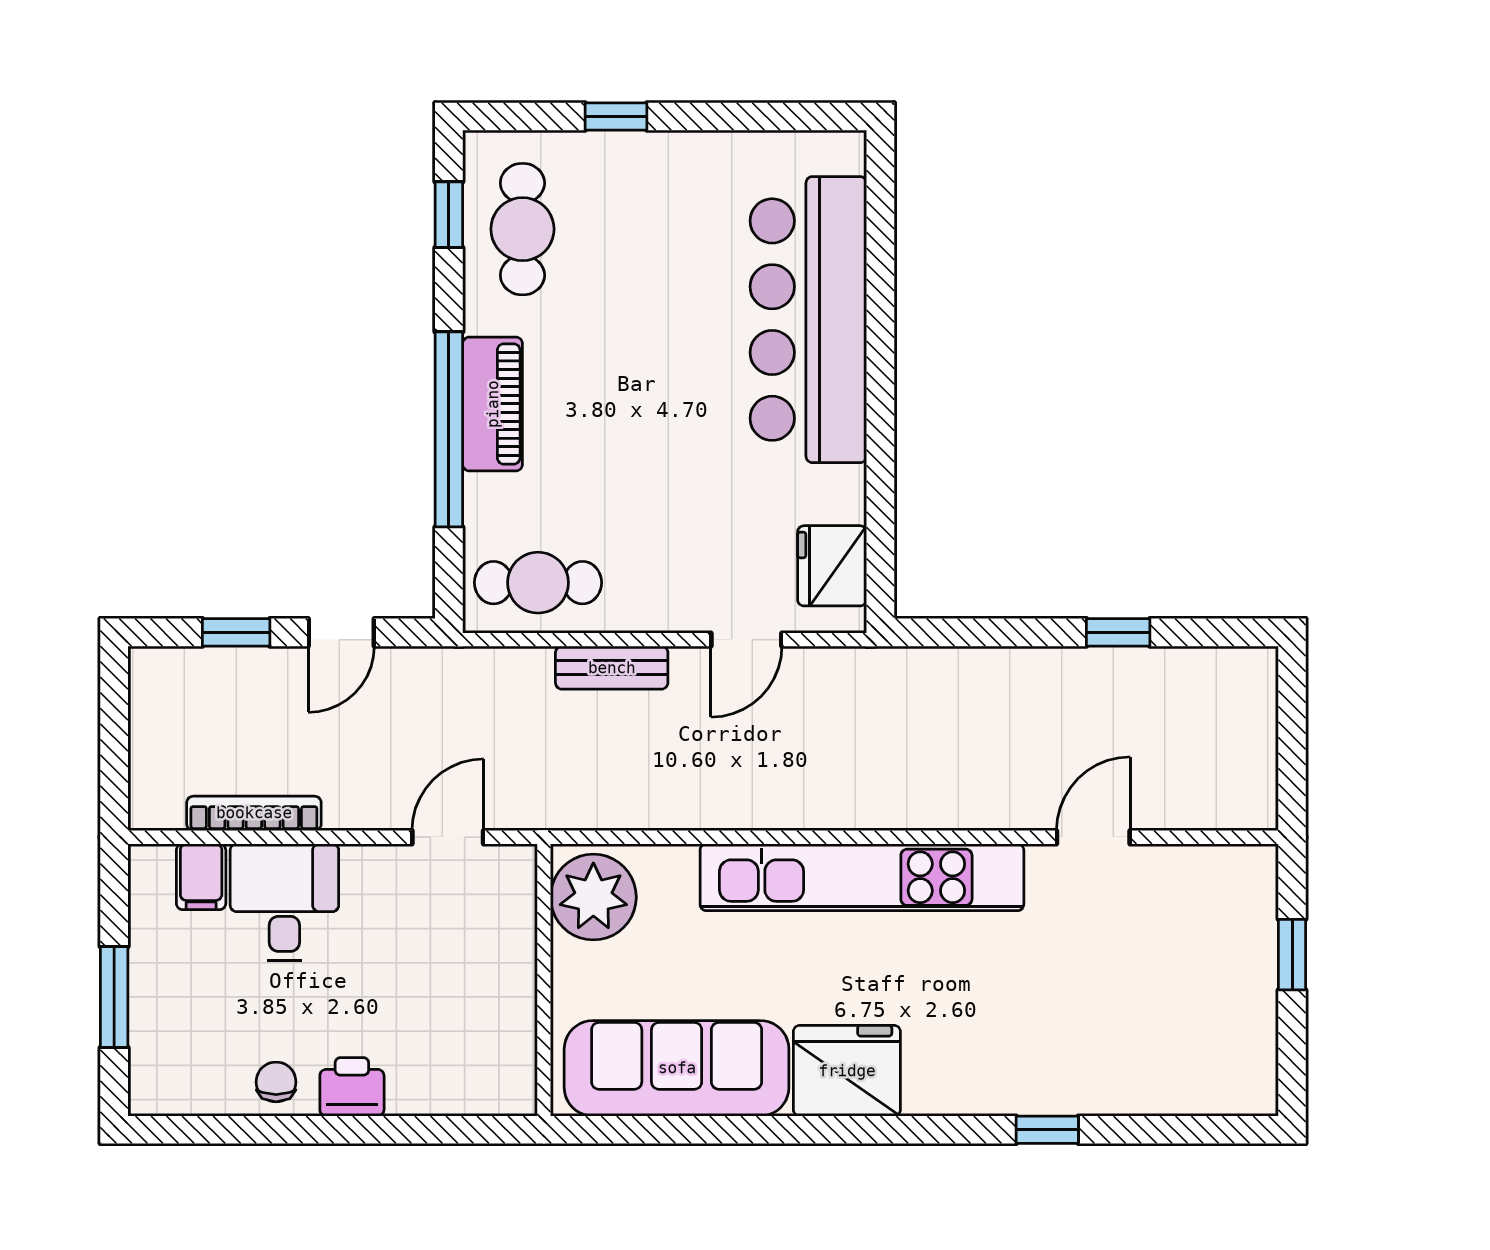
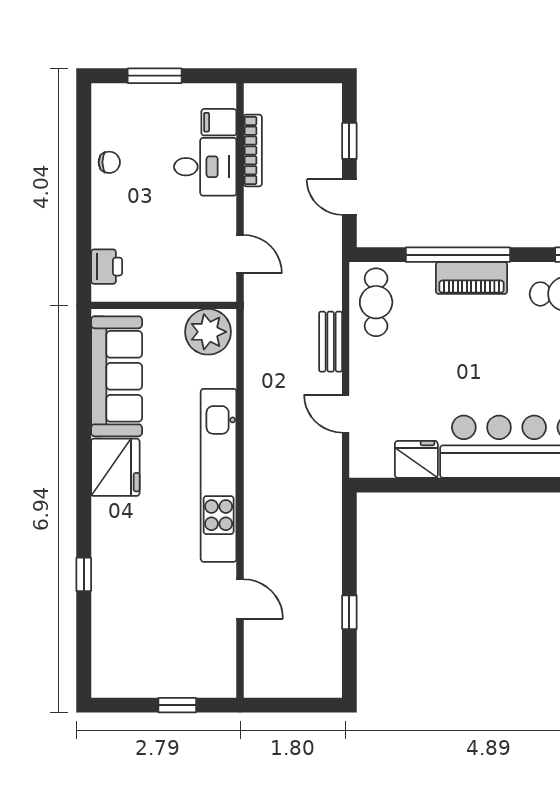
fridge: (832, 566) -> (416, 459), moved
printer: (352, 1087) -> (107, 267), moved

